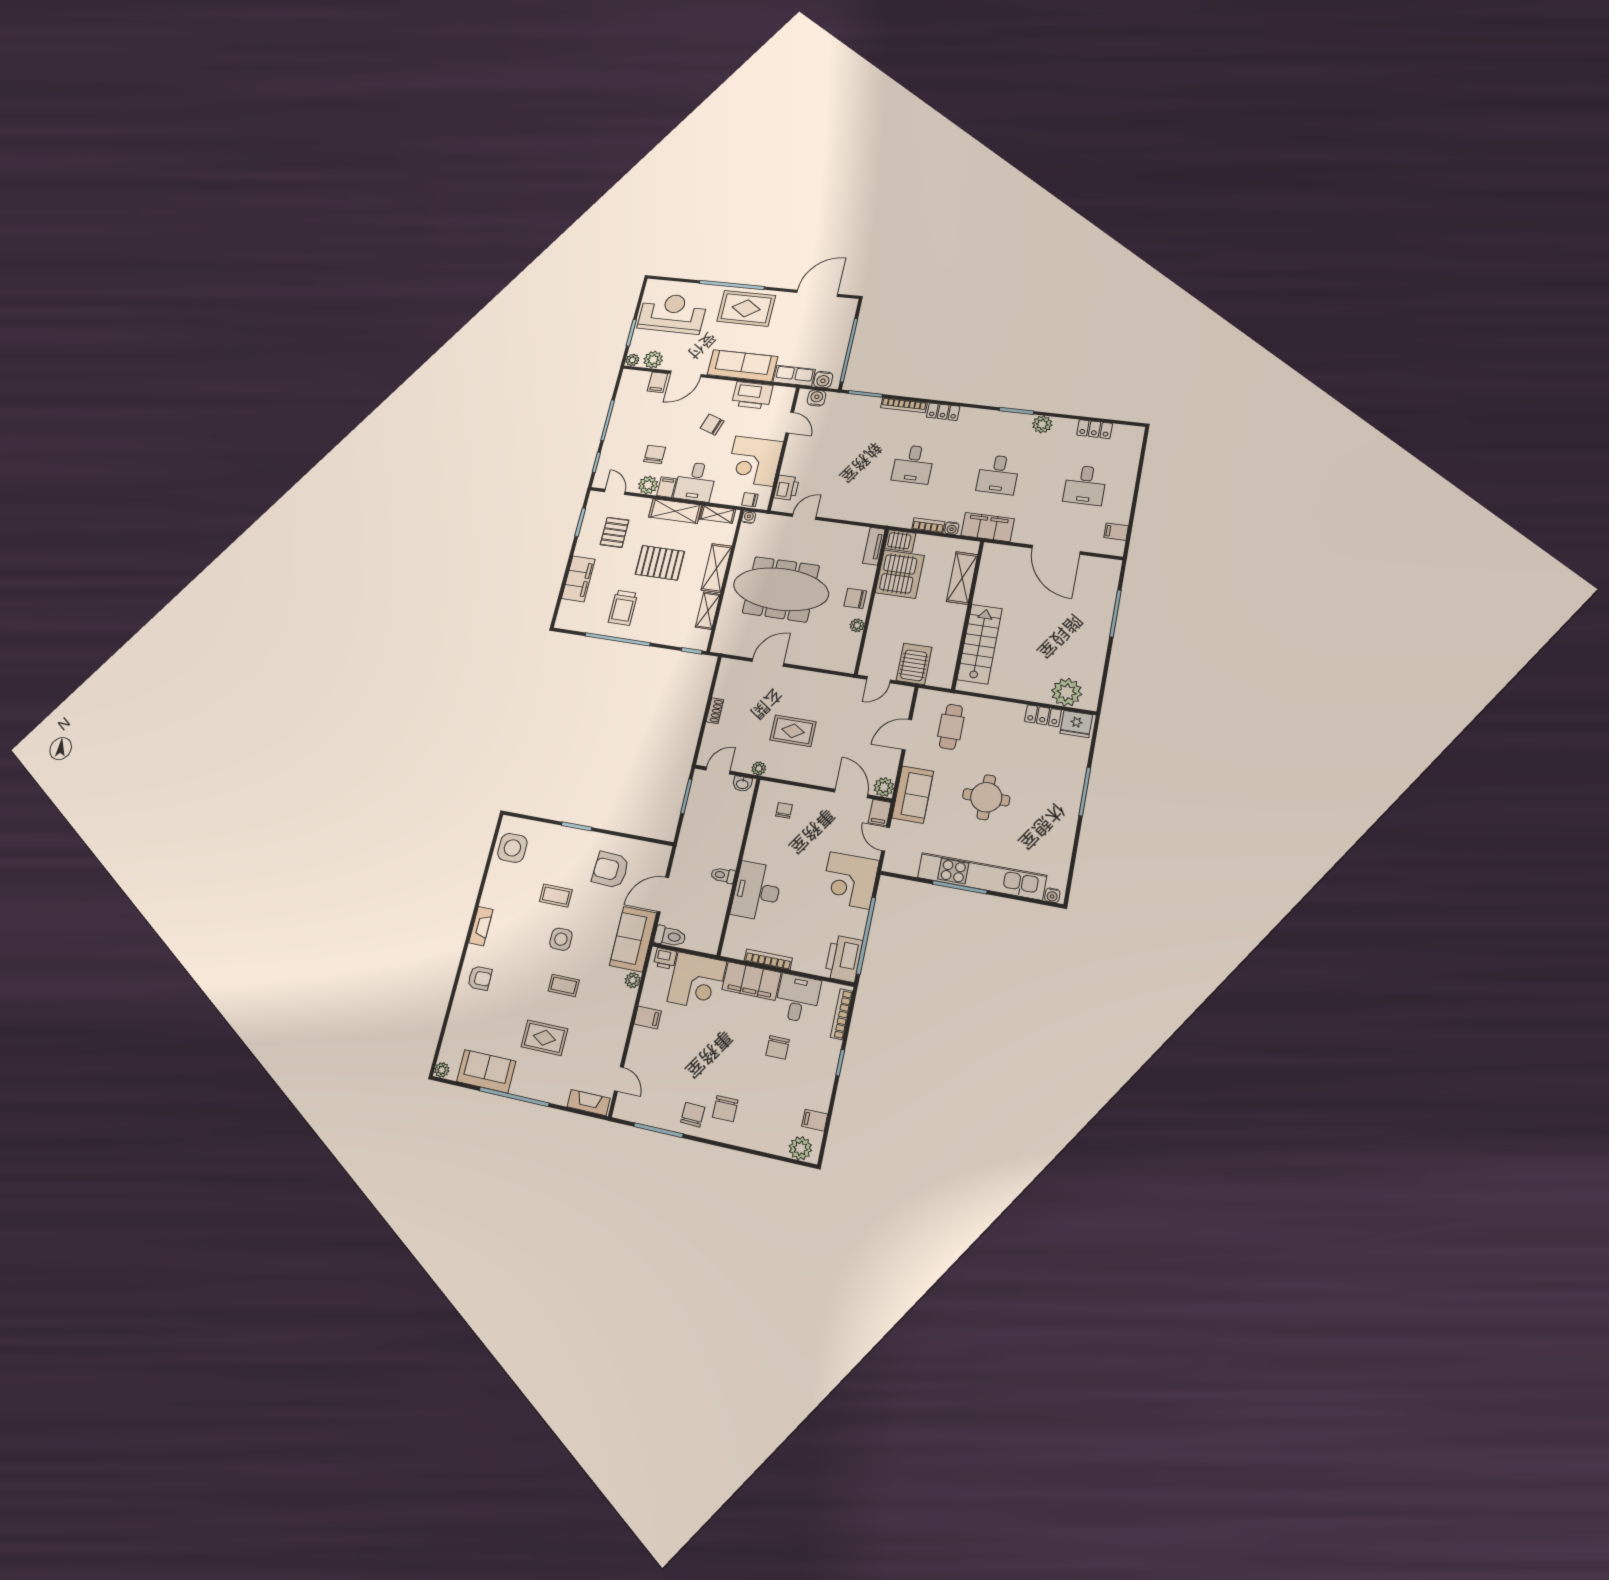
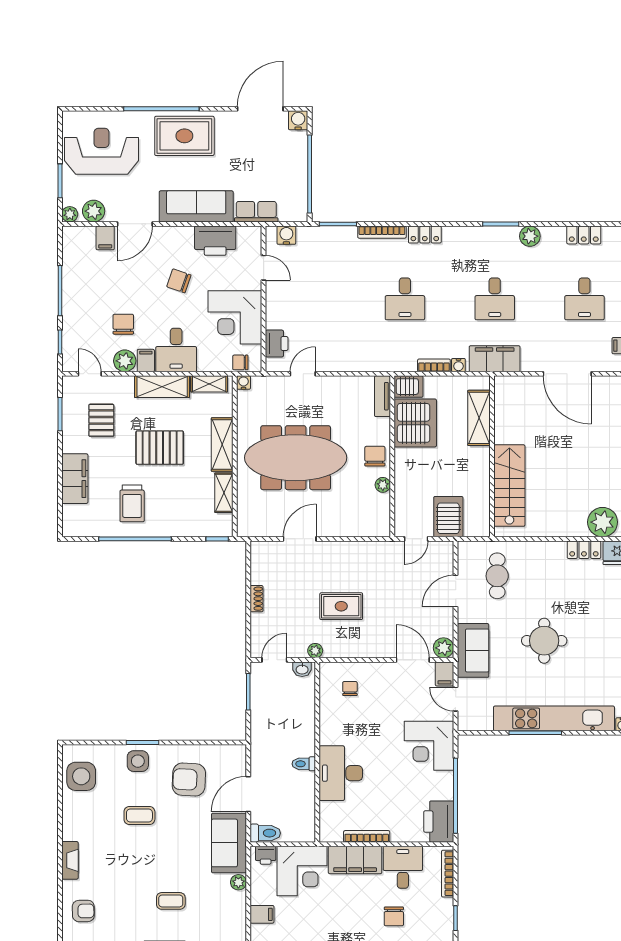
water cooler: (823, 380) -> (298, 120), moved, turned 180
chair: (855, 598) -> (375, 456), turned 90
side table: (561, 939) -> (138, 761), moved

